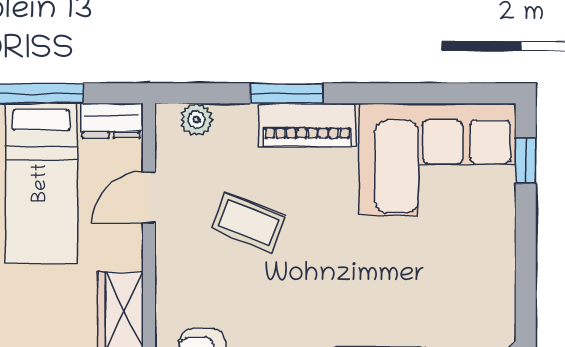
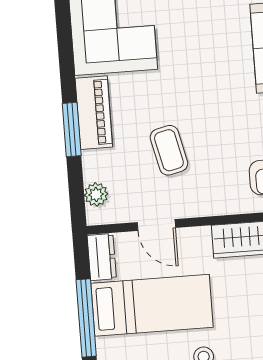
coffee table: (249, 222) -> (169, 150), turned -35

